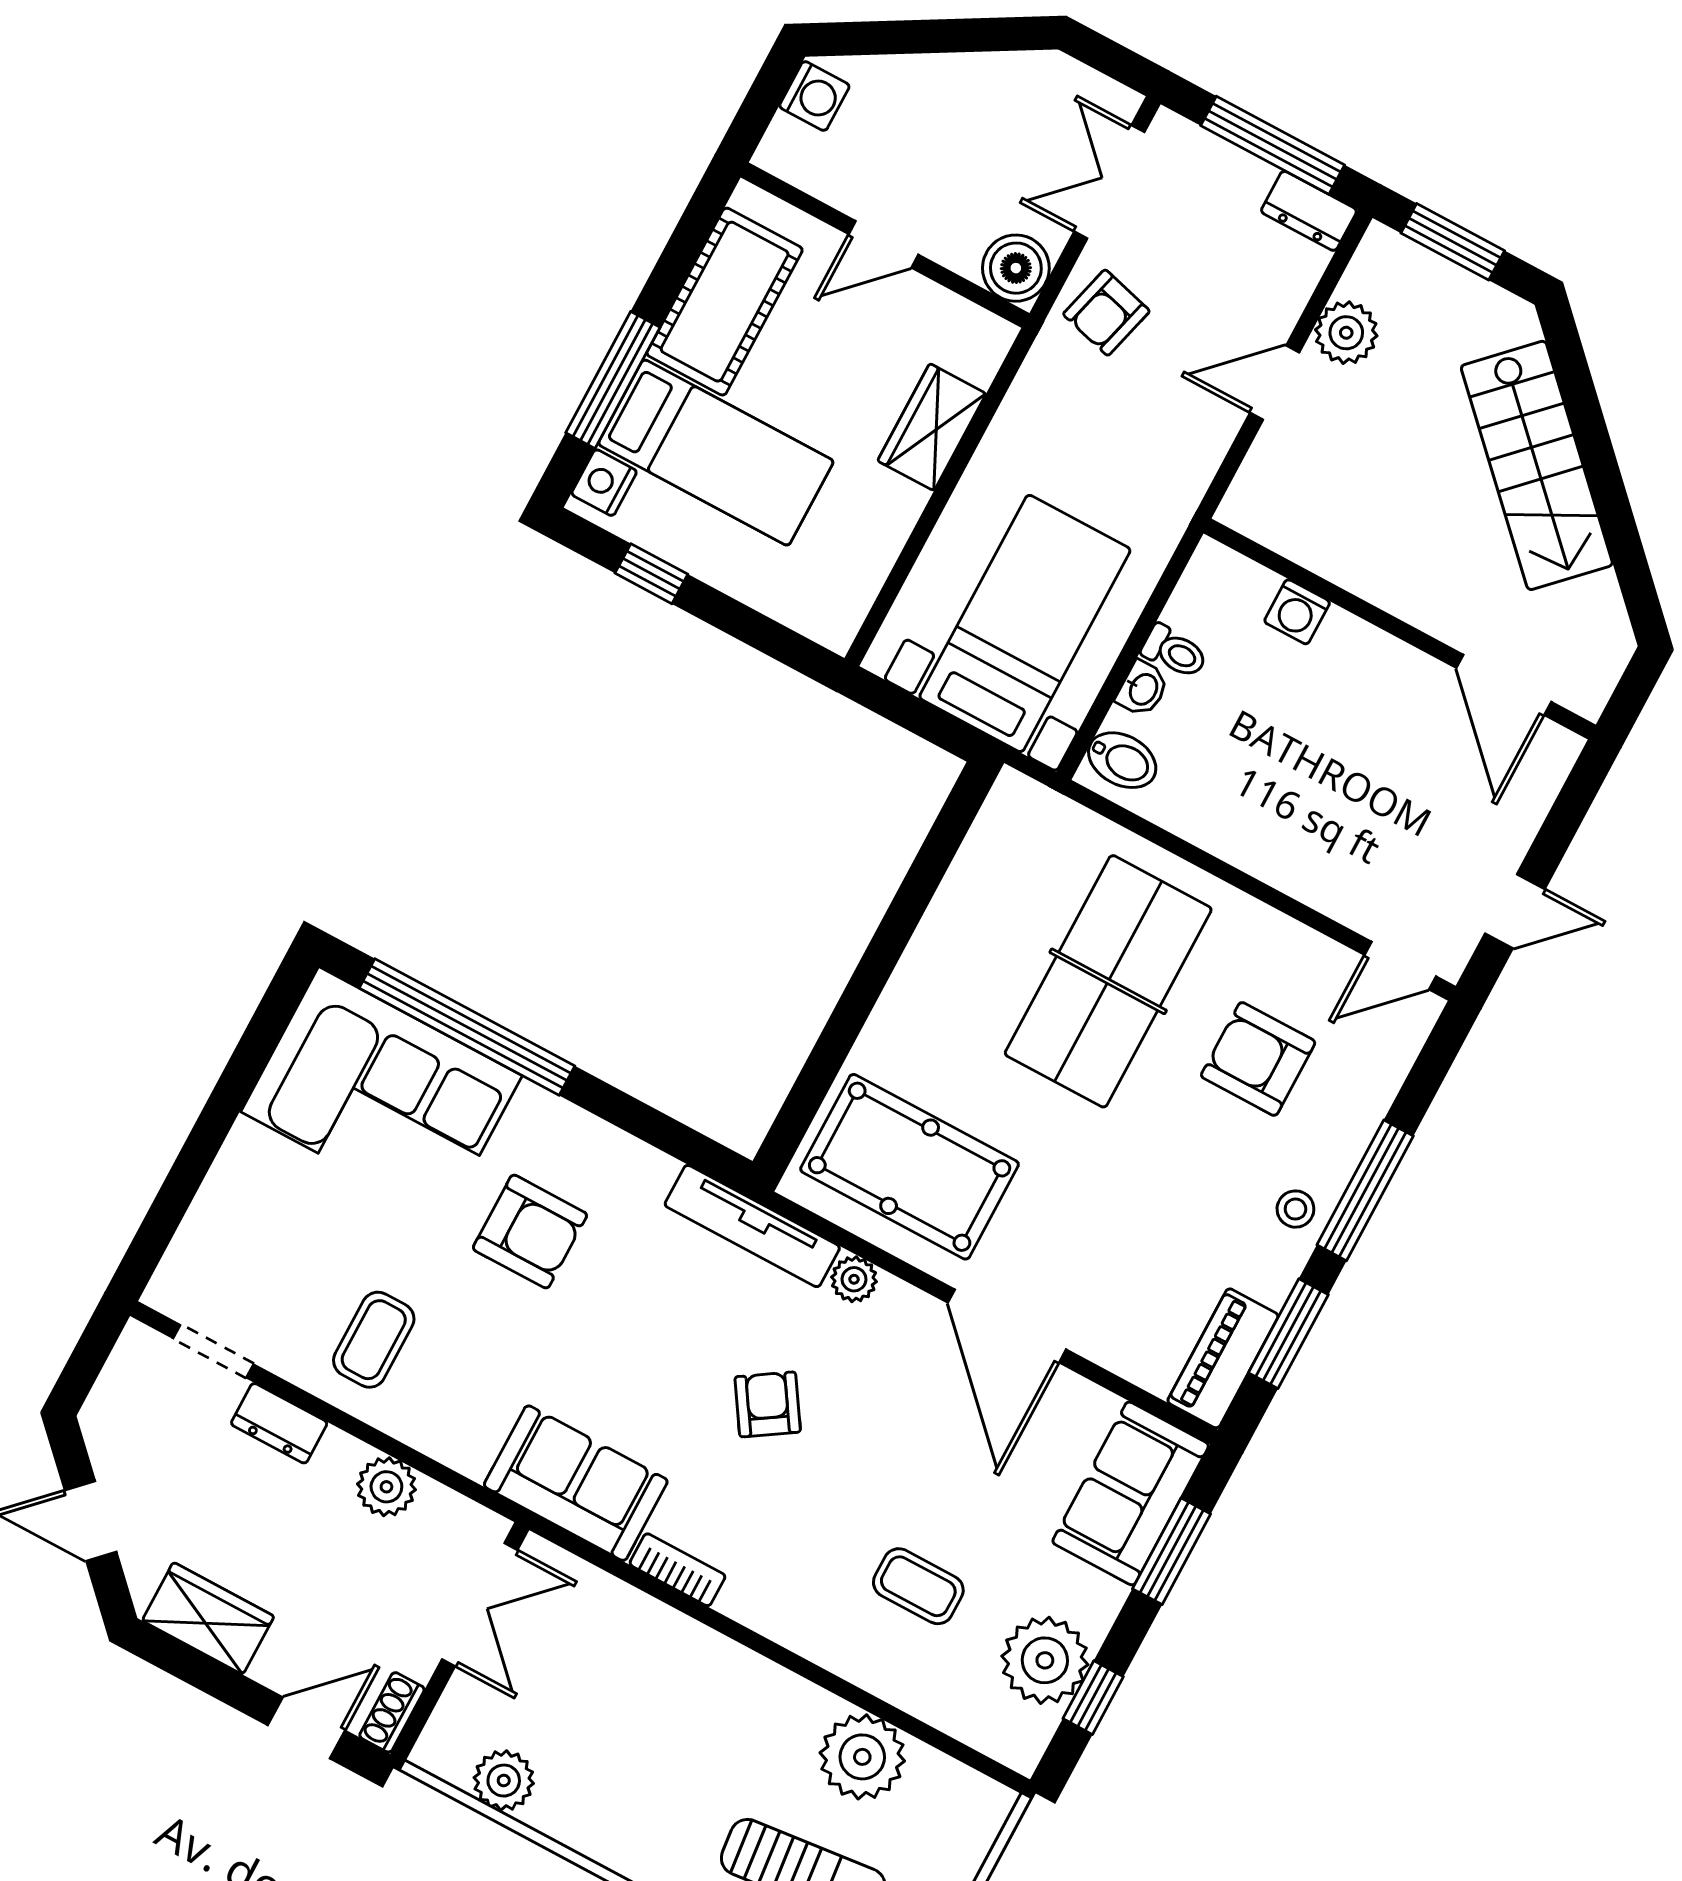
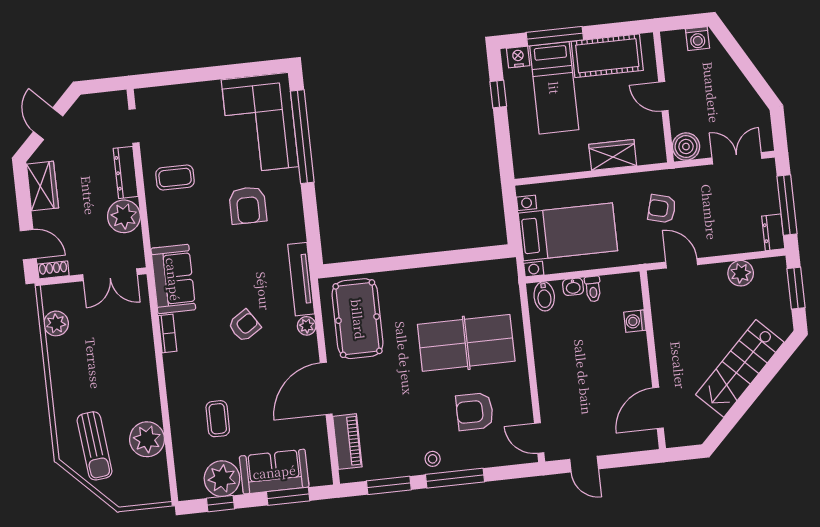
armchair: (1106, 313) -> (662, 209), moved
door: (1275, 383) -> (682, 263), moved
armchair: (1258, 1059) -> (475, 412), turned -90
piano: (1223, 1358) -> (347, 442), moved, turned 90
dresser: (279, 1423) -> (126, 172), width x1.44
plant: (386, 1487) -> (124, 216), width x1.36, depth x1.36
sofa: (1131, 1493) -> (274, 472), moved

